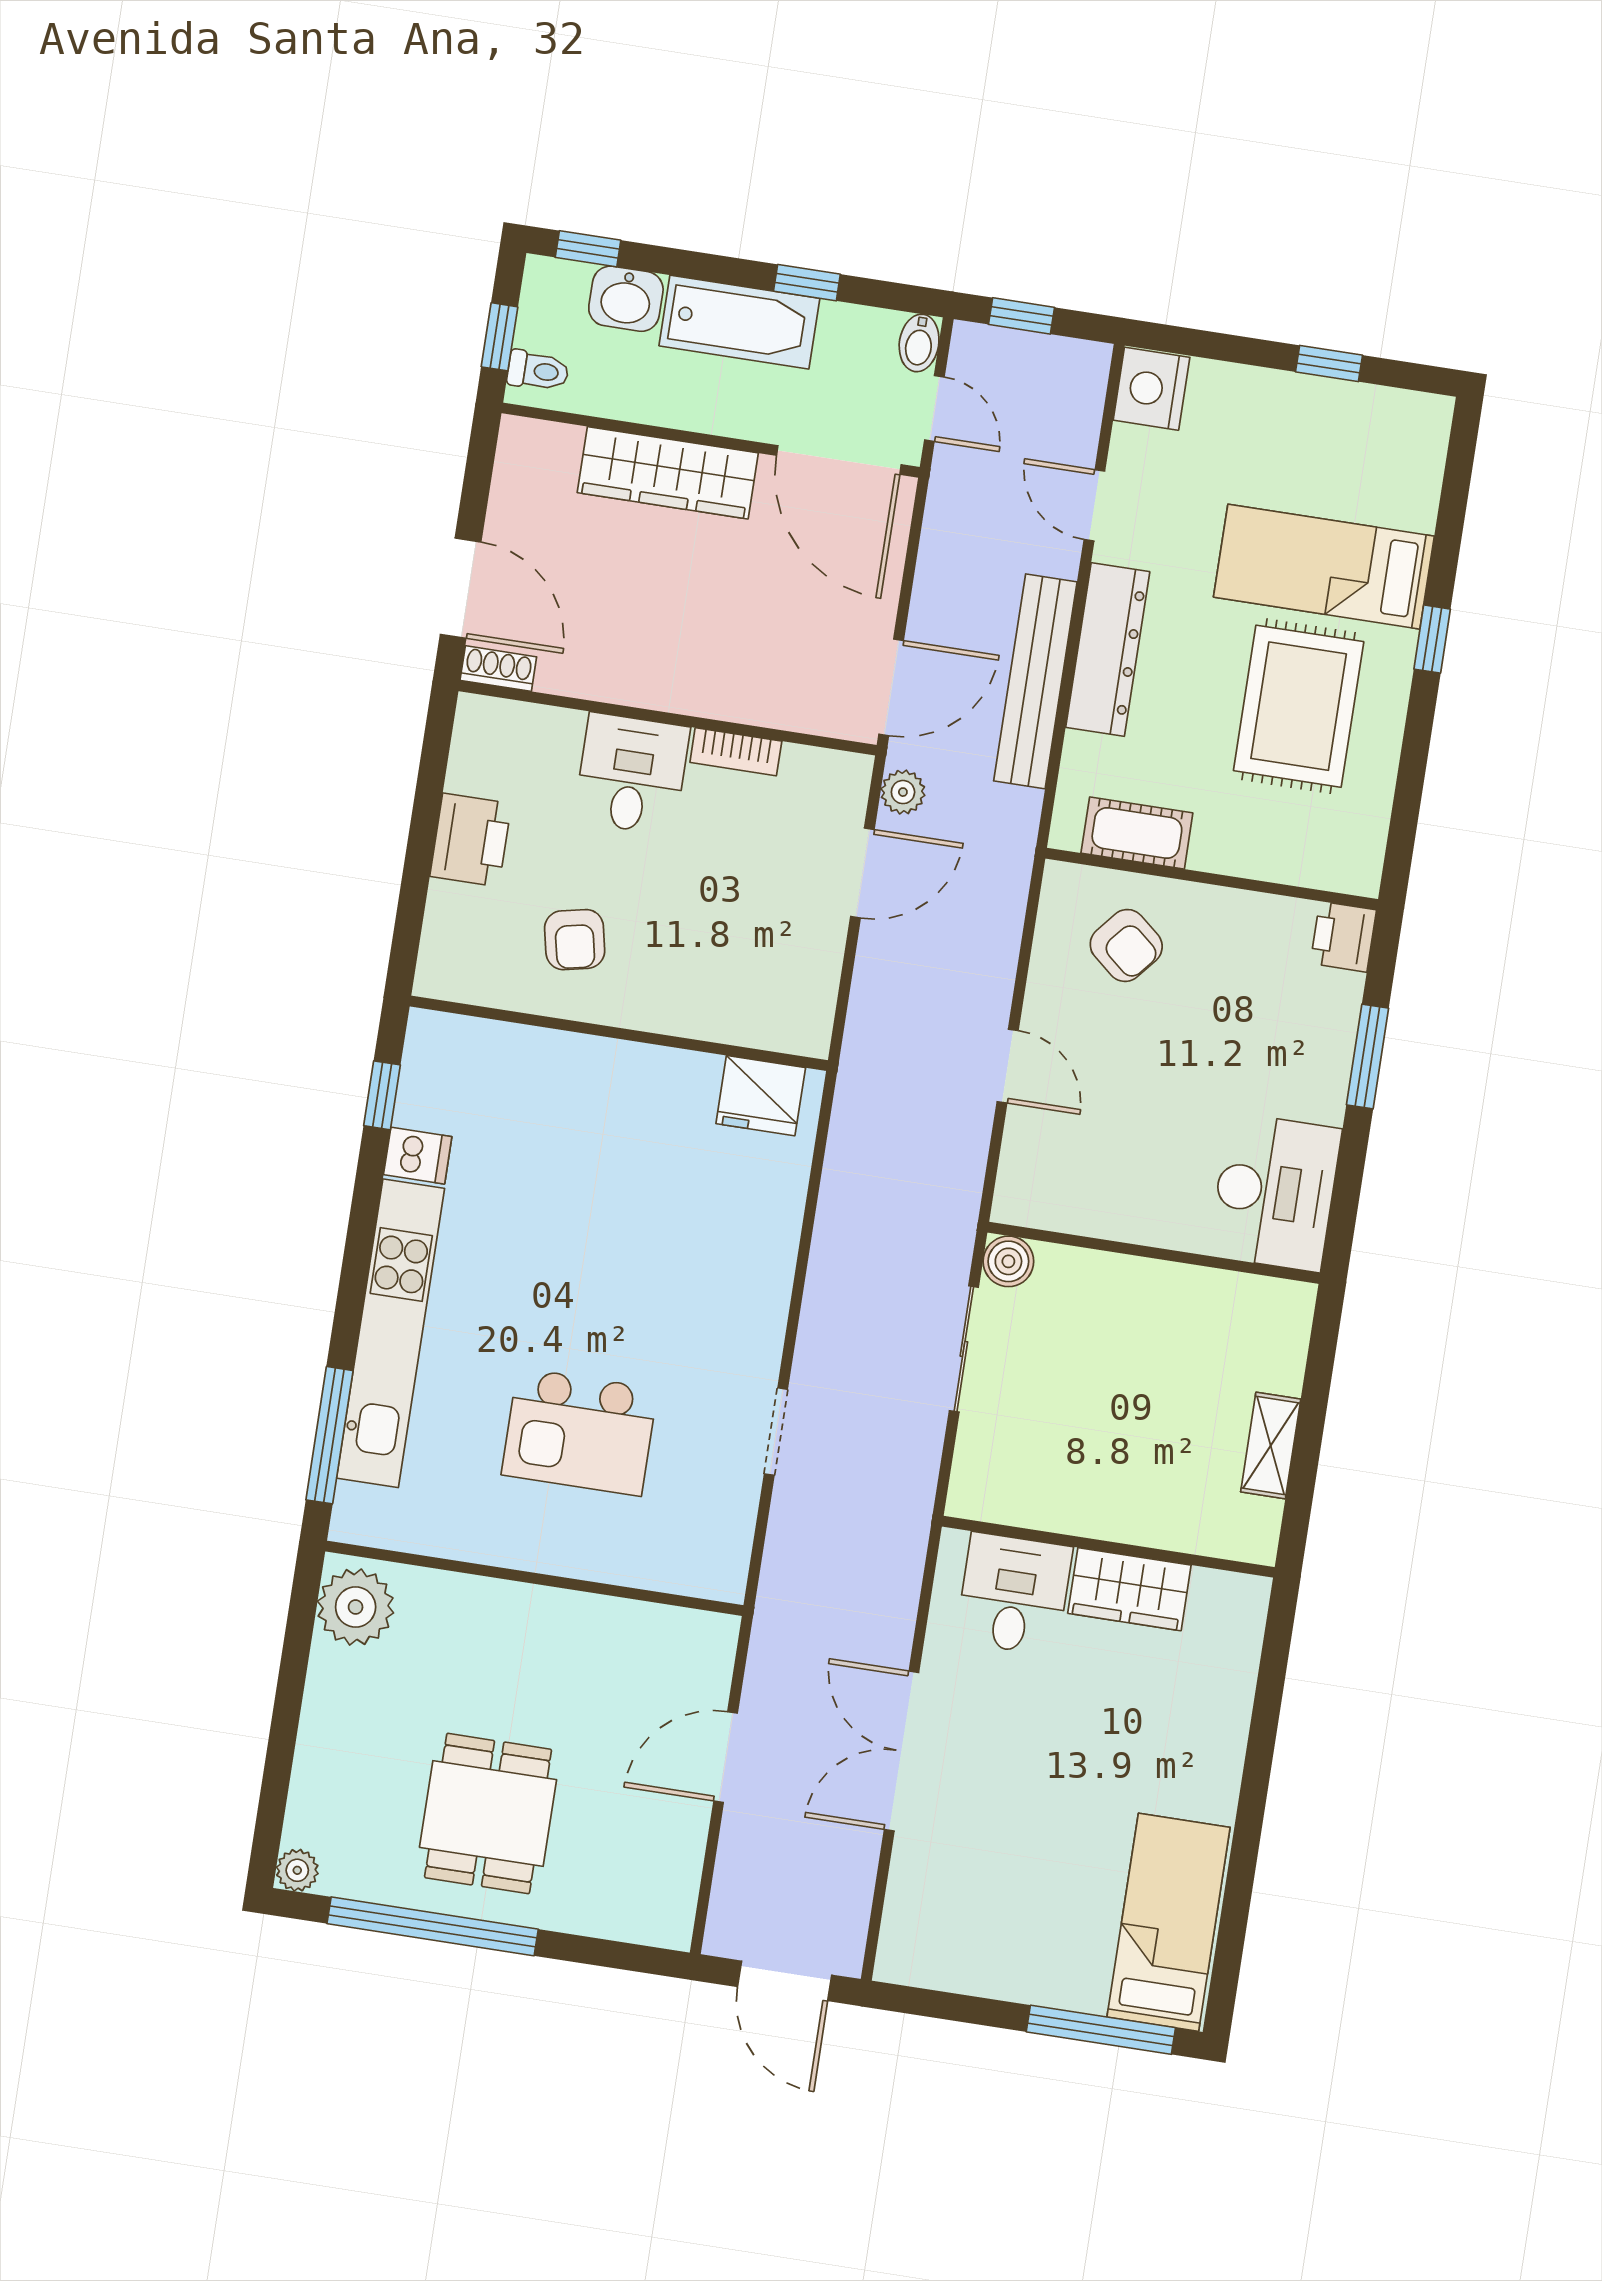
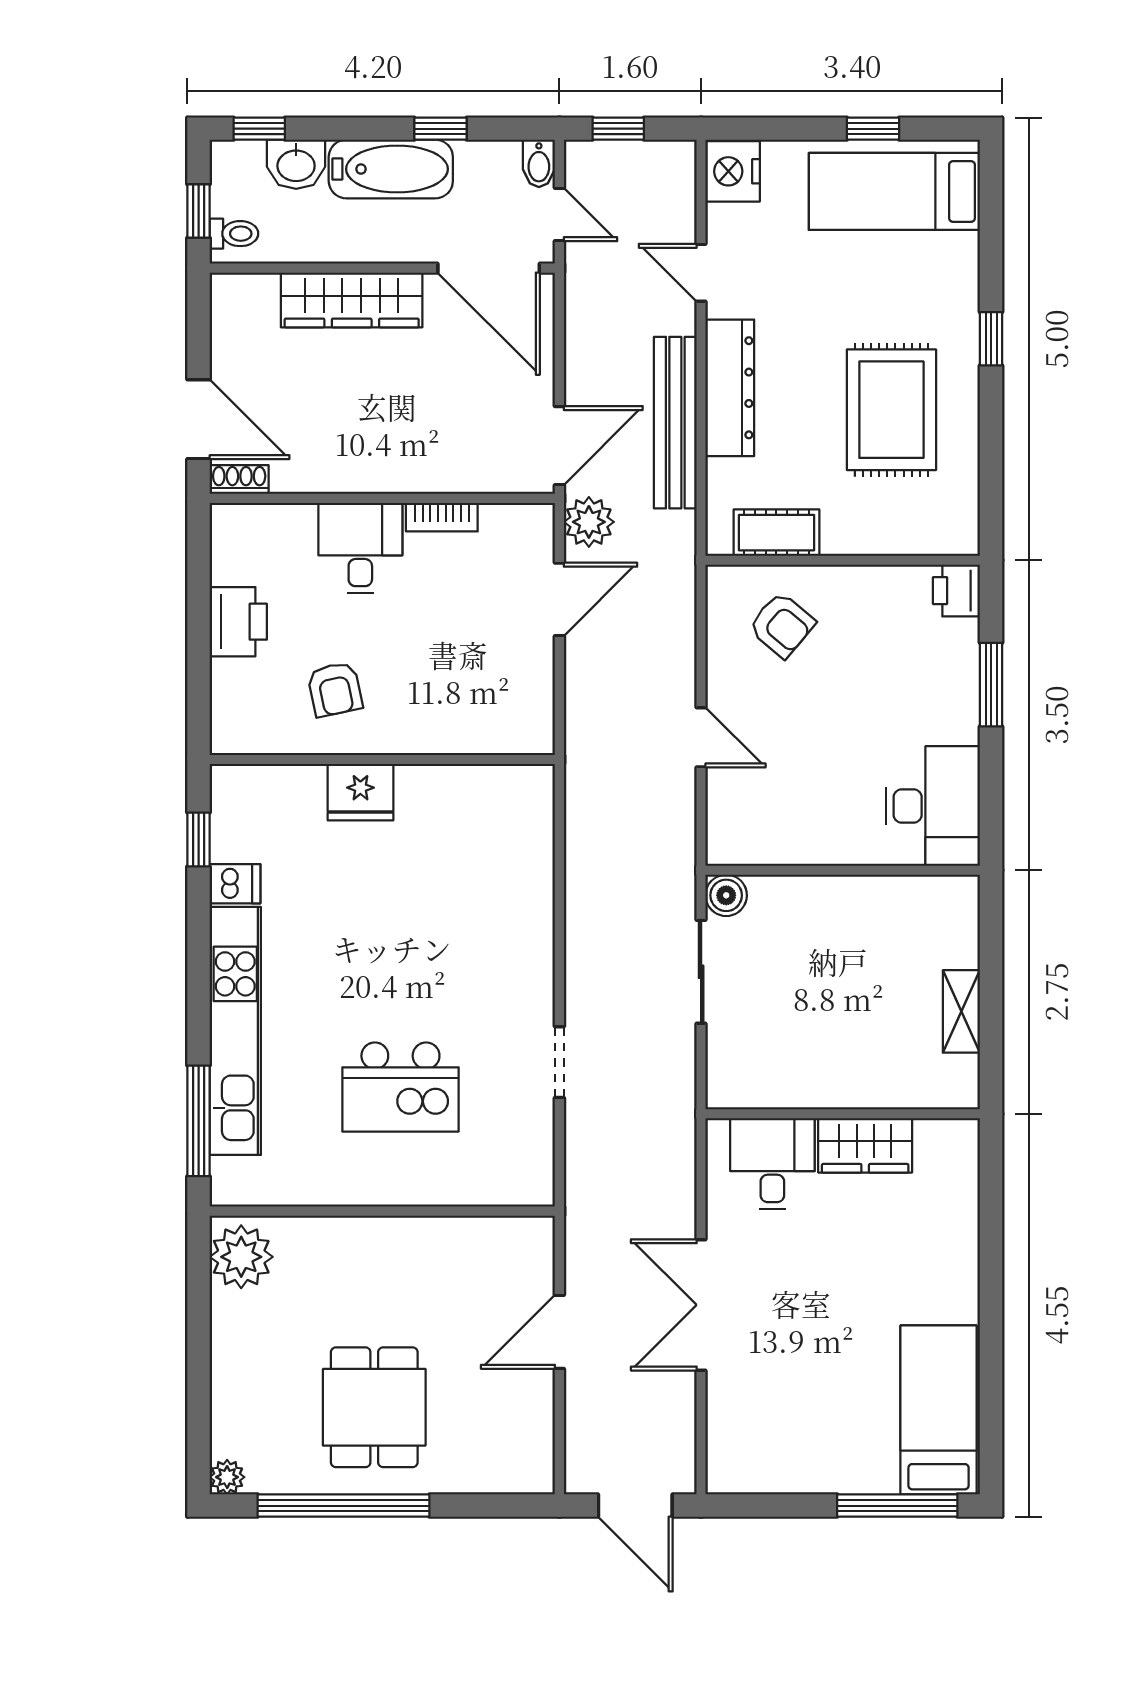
bed: (1324, 567) -> (894, 191), moved
plant: (903, 792) -> (589, 522), width x1.38, depth x1.38
fridge: (761, 1096) -> (360, 792), moved

